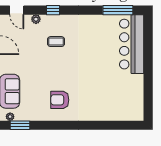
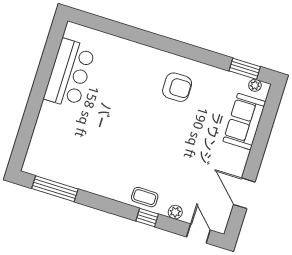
coffee table: (56, 42) -> (145, 197), moved
bar counter: (132, 44) -> (70, 73), moved, width x0.73

